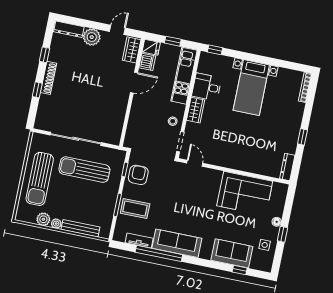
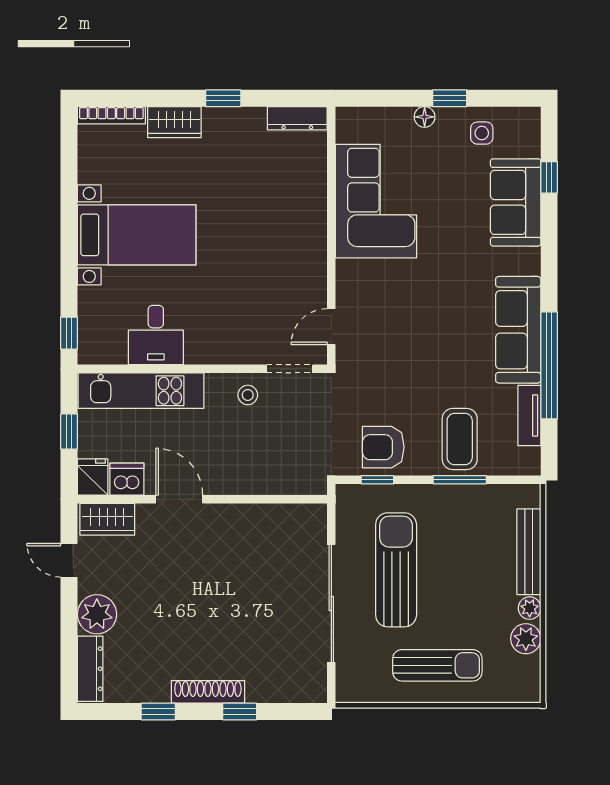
wardrobe: (196, 110) -> (174, 122), moved, turned 180
sun lounger: (84, 170) -> (396, 570), turned 180
sun lounger: (40, 179) -> (437, 665), width x0.73, depth x0.75

